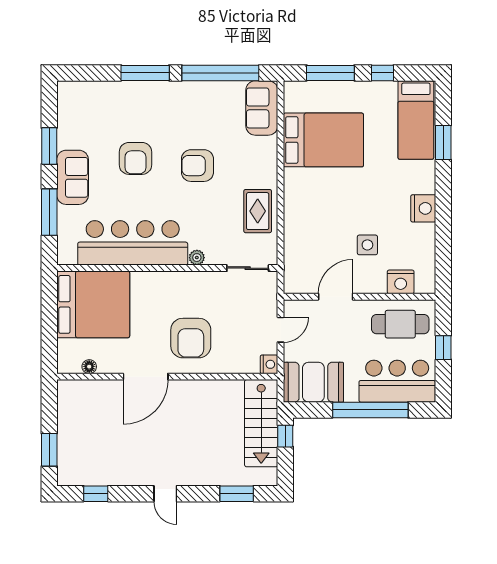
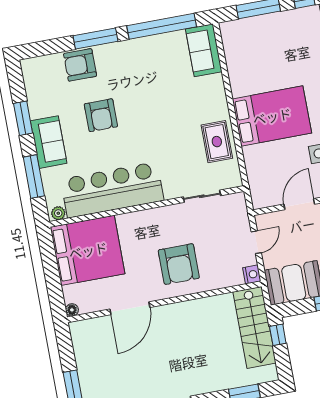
bed: (323, 140) -> (272, 116), moved
armchair: (197, 166) -> (80, 65), moved
plant: (197, 258) -> (58, 213), moved
sliding door: (248, 268) -> (202, 196), moved
floor lamp: (89, 367) -> (72, 310), moved
door: (146, 377) -> (130, 308), moved

